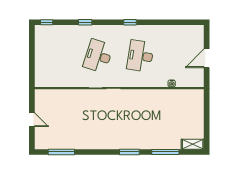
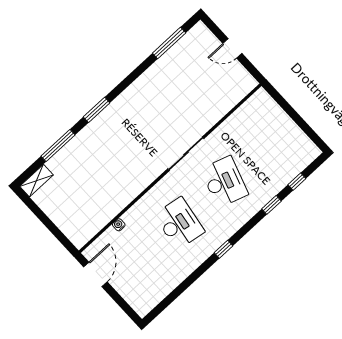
window: (47, 22) -> (297, 182), moved
door: (207, 58) -> (95, 274), moved

